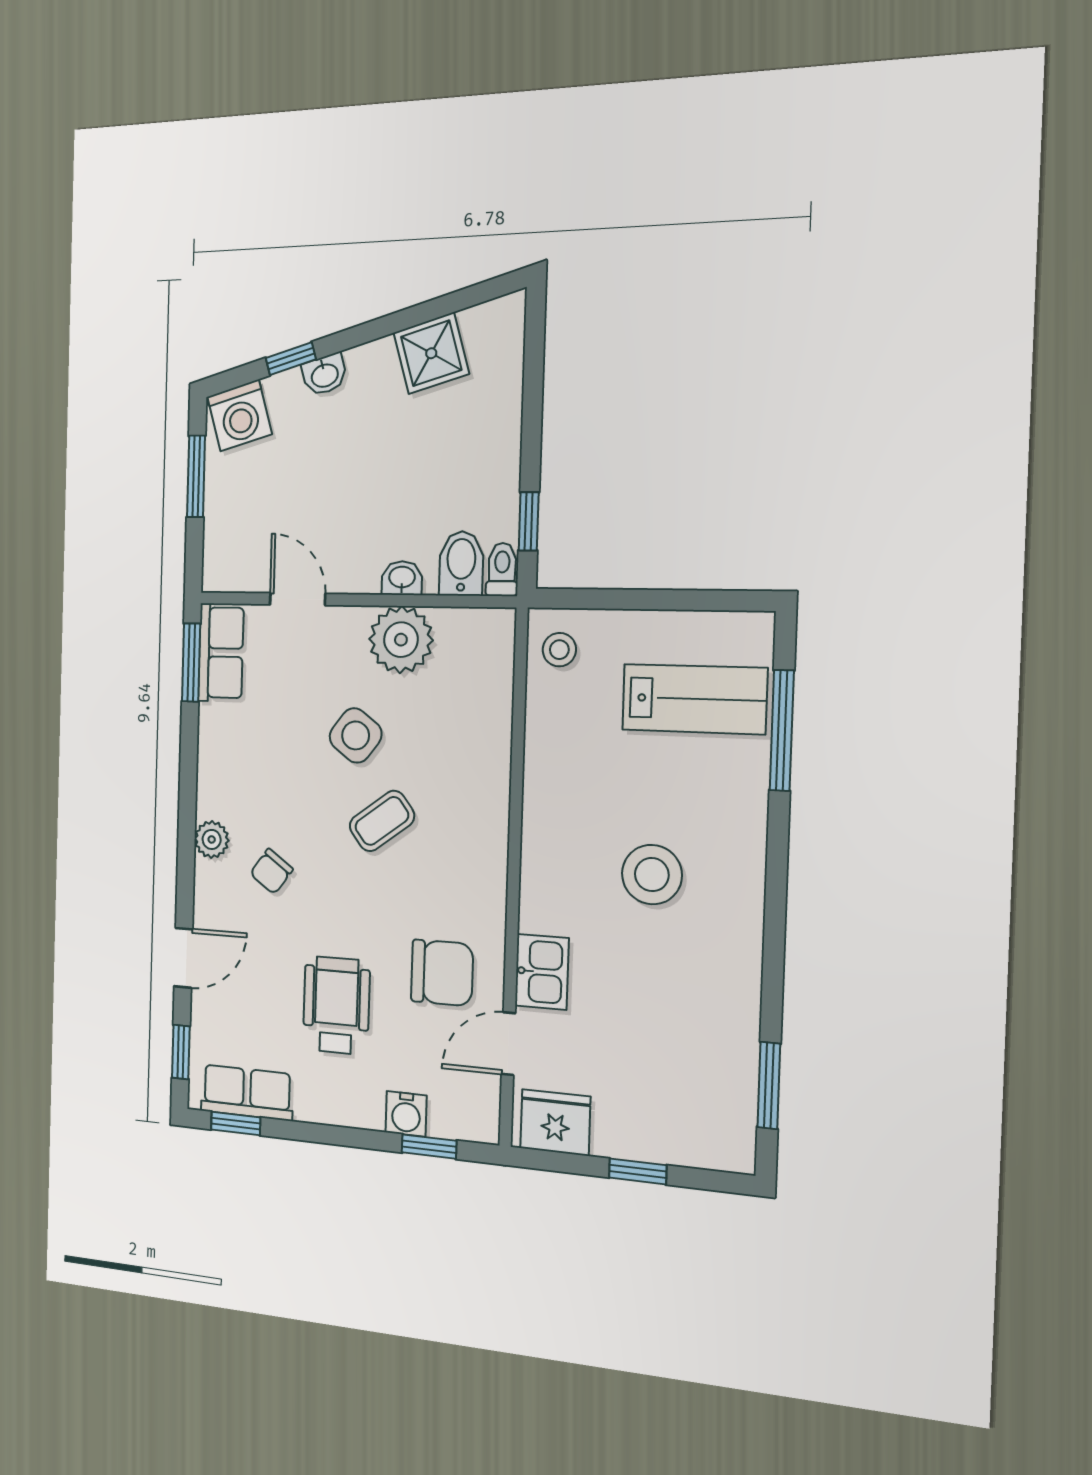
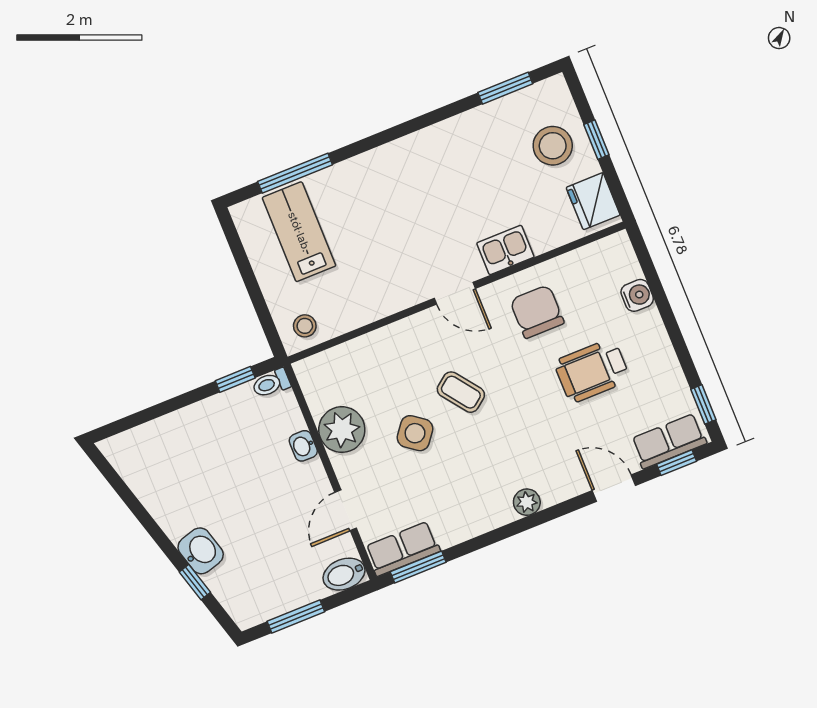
shower: (431, 353) -> (157, 488), removed
washbasin: (325, 375) -> (201, 551), width x1.38, depth x1.45
washing machine: (239, 415) -> (245, 603), removed
bidet: (461, 563) -> (344, 574), moved
chair: (271, 871) -> (528, 452), removed
stool: (652, 875) -> (553, 146), moved
door: (508, 1044) -> (455, 293), moved
row of seats: (247, 1092) -> (669, 441), moved, turned 90
window: (429, 1147) -> (650, 272), removed

